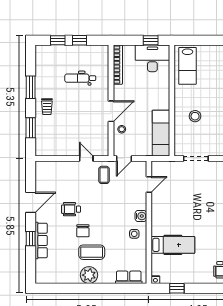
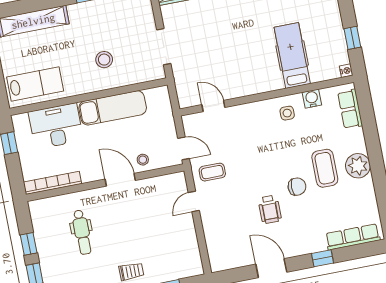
desk: (152, 58) -> (56, 126), moved, turned 90
exam couch: (161, 133) -> (113, 108), moved
water cooler: (141, 216) -> (312, 99), moved
row of seats: (41, 240) -> (353, 237), moved

